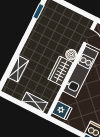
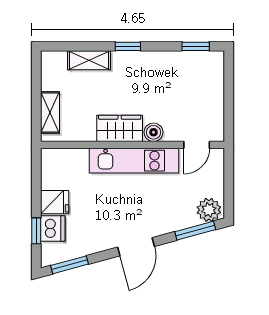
window: (21, 46) -> (128, 46), added
fridge: (62, 110) -> (55, 202), moved, turned -90

